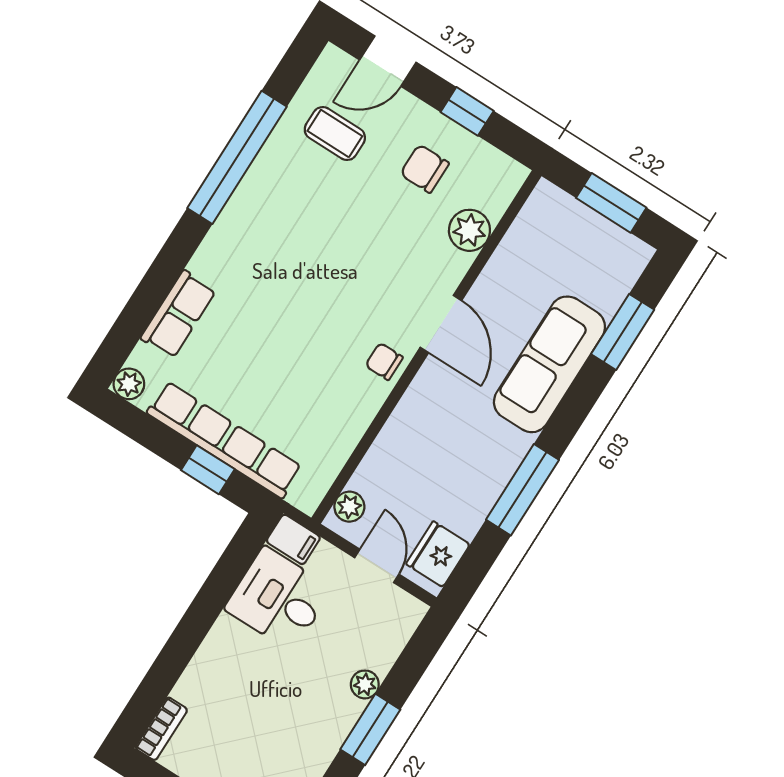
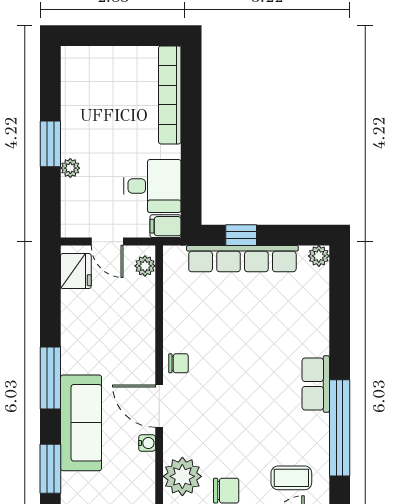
plant: (469, 230) -> (182, 476), width x1.36, depth x1.36
water cooler: (484, 288) -> (147, 443), added
row of seats: (178, 314) -> (316, 384), moved
window: (522, 490) -> (50, 378), moved
bookcase: (161, 729) -> (170, 95), width x2.31, depth x1.31

